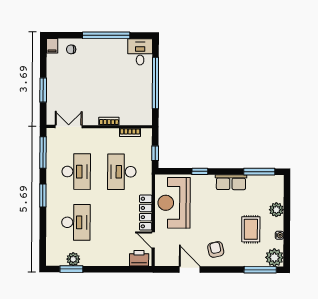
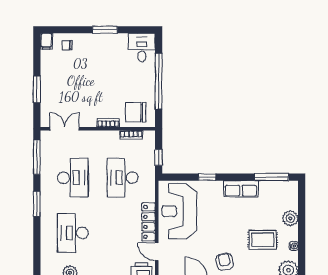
window: (106, 35) -> (105, 30), width x0.47
chair: (134, 111) -> (136, 112), added
desk: (76, 222) -> (73, 233), turned 180
rug: (251, 229) -> (263, 240), turned 90

